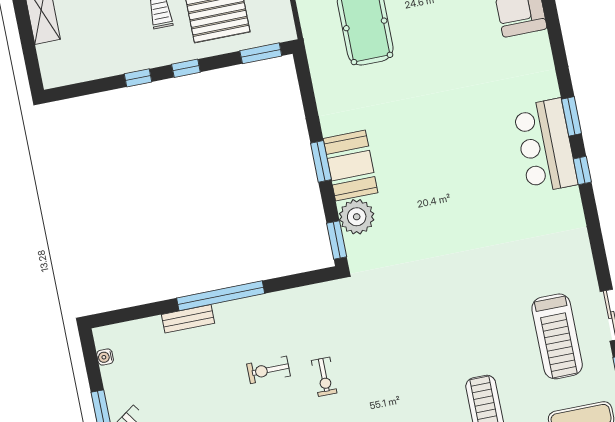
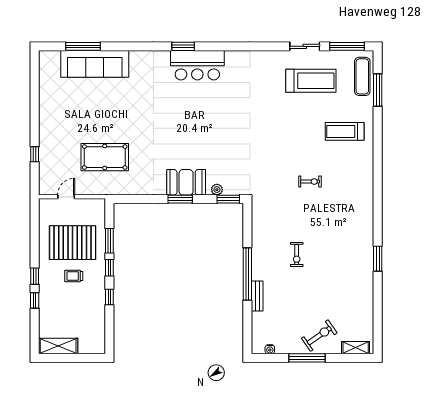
window: (261, 53) -> (109, 241), moved
window: (582, 170) -> (216, 46), removed
plant: (357, 217) -> (217, 190), width x0.53, depth x0.53
exercise bike: (324, 377) -> (310, 182), moved

